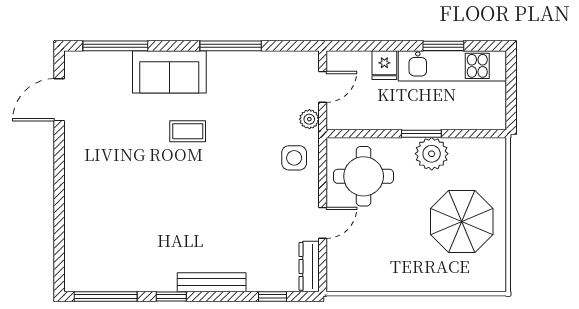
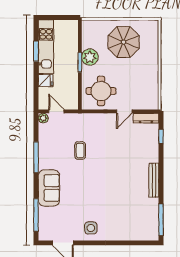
plant: (309, 119) -> (43, 118), moved
coffee table: (188, 131) -> (80, 151), moved
side table: (294, 158) -> (91, 228), moved
door: (323, 223) -> (124, 111), swing flipped
bench: (212, 282) -> (154, 180), moved
window: (171, 297) -> (161, 187), removed

